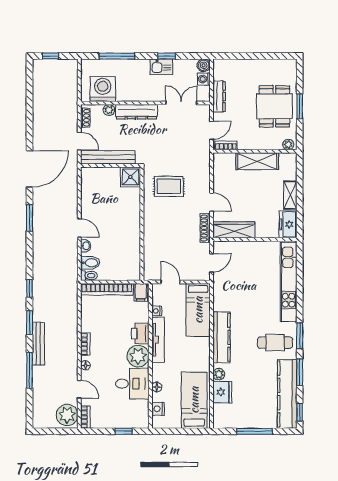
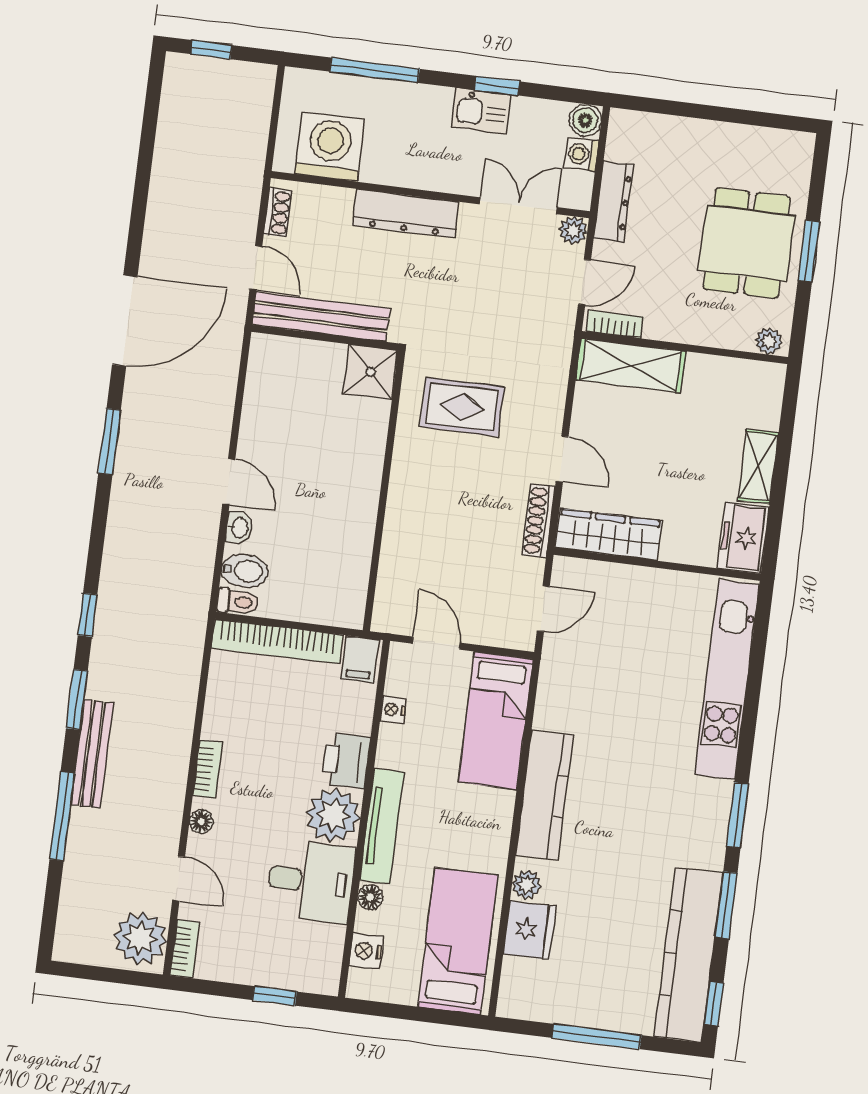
plant: (109, 110) -> (573, 230), moved
shelving: (257, 161) -> (631, 366), moved
tv unit: (158, 340) -> (382, 826), moved
cafe table: (275, 343) -> (675, 825), removed

